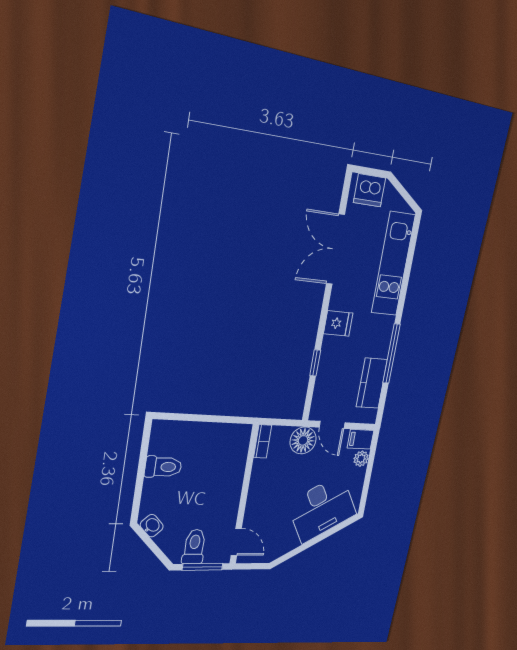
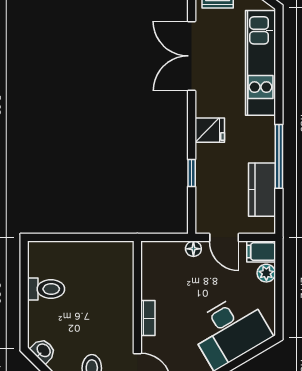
floor lamp: (303, 440) -> (193, 249), width x0.53, depth x0.53
bookcase: (263, 441) -> (148, 318), moved

